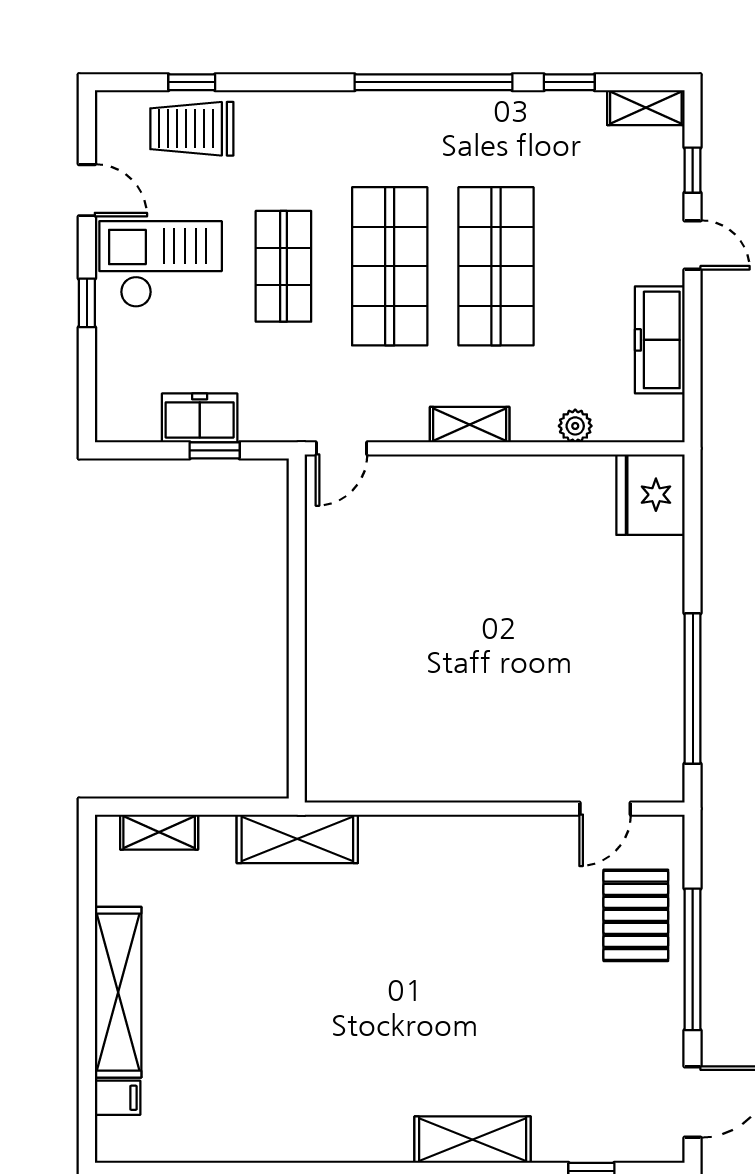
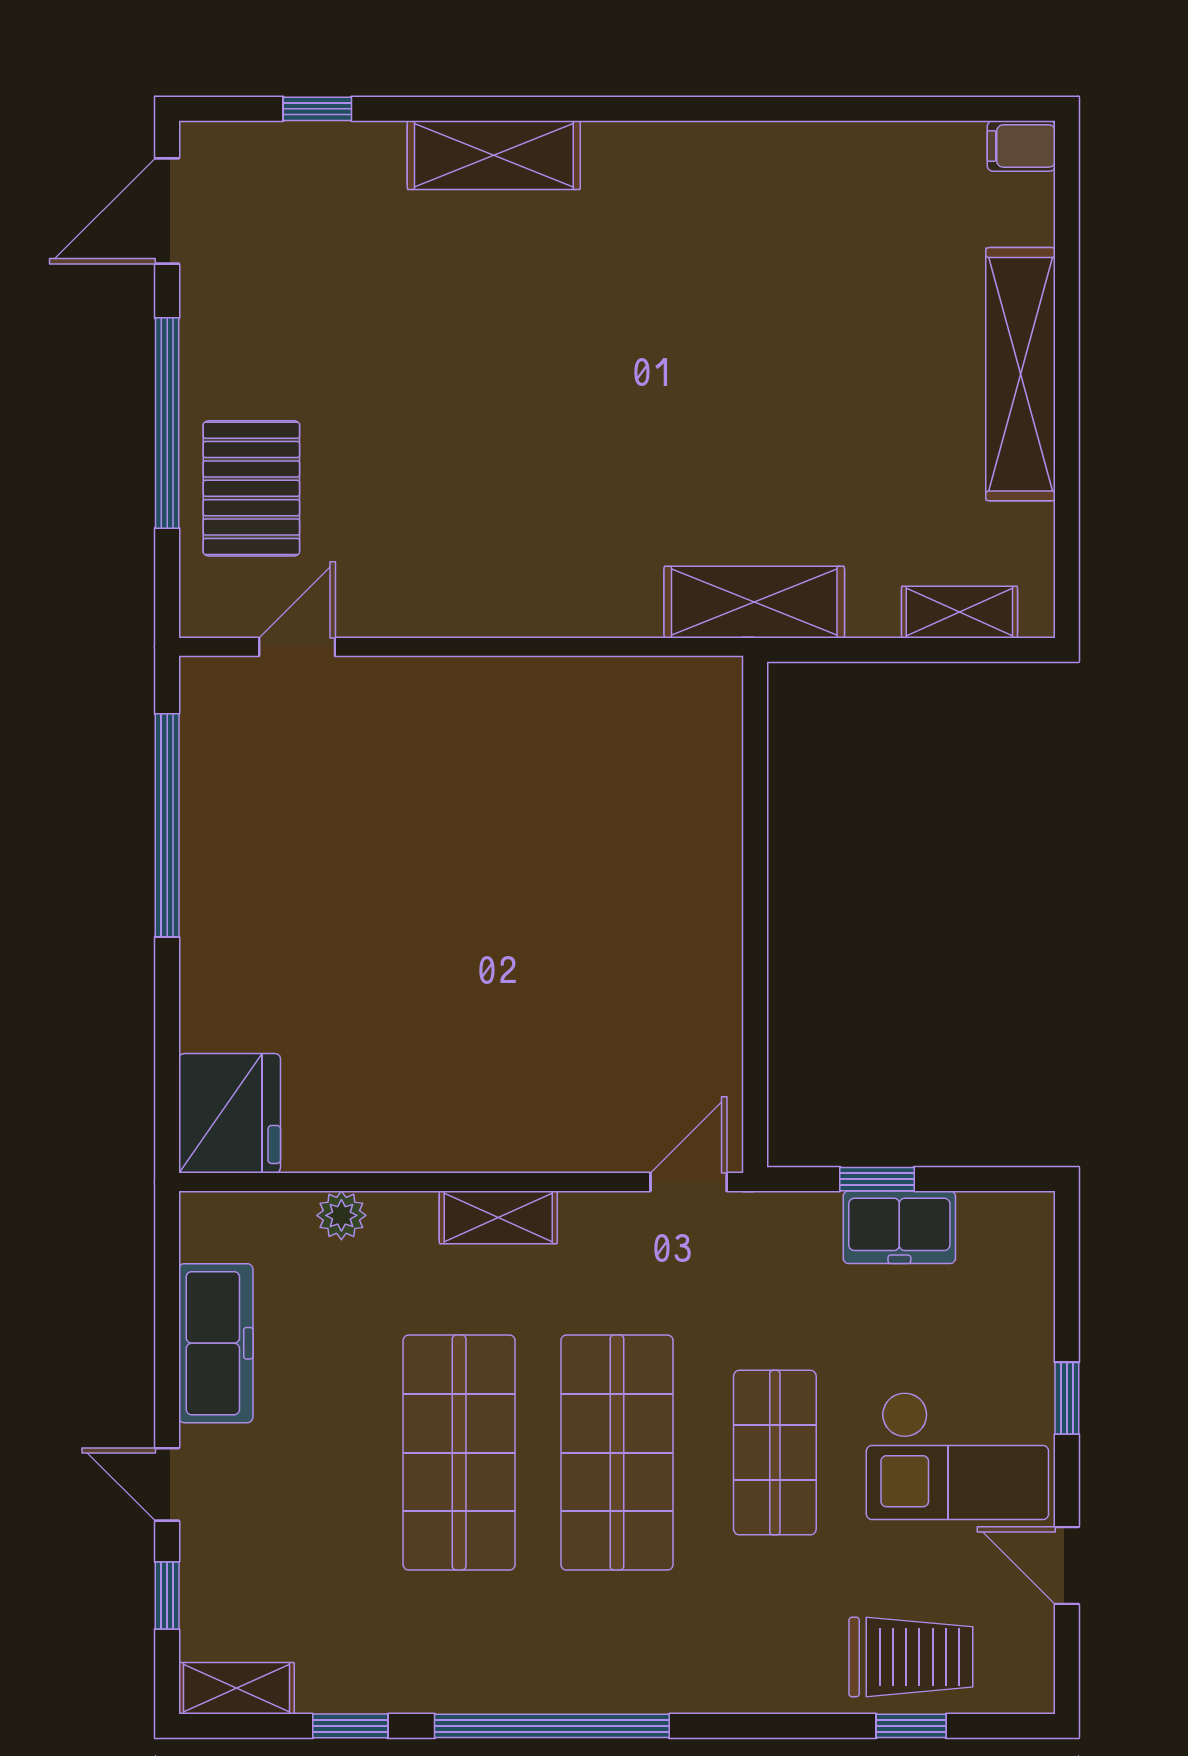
filing cabinet: (118, 1098) -> (1021, 146), moved

